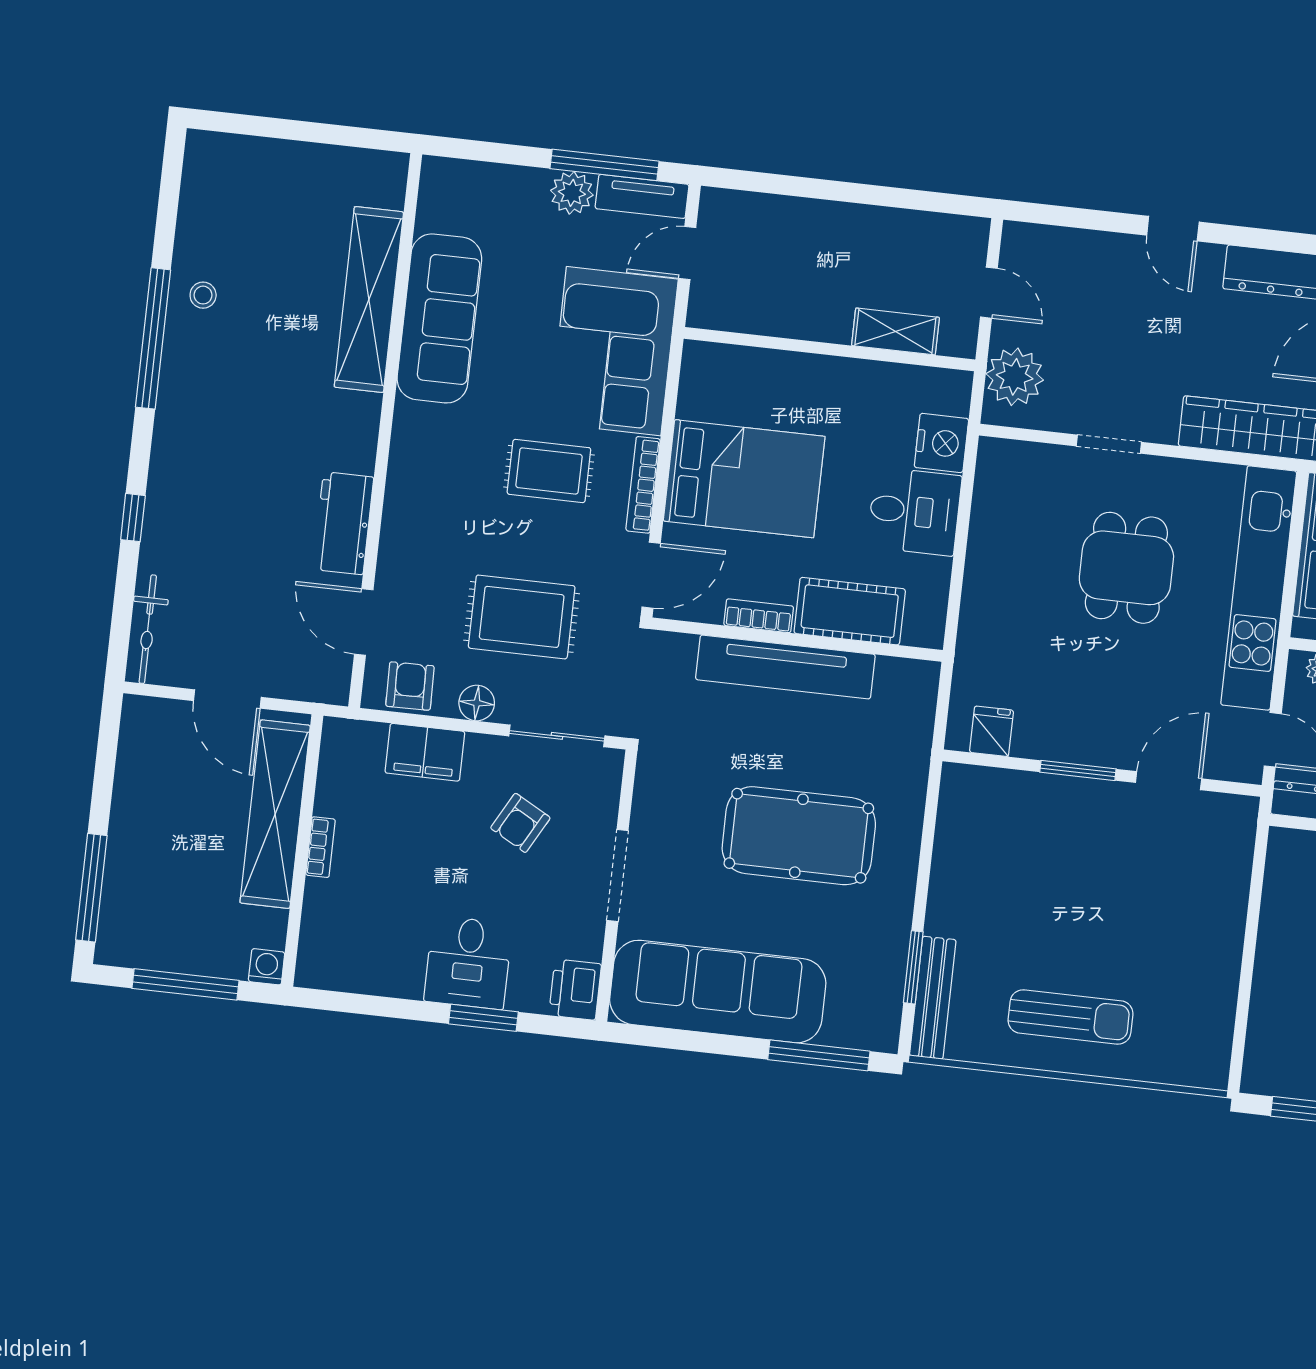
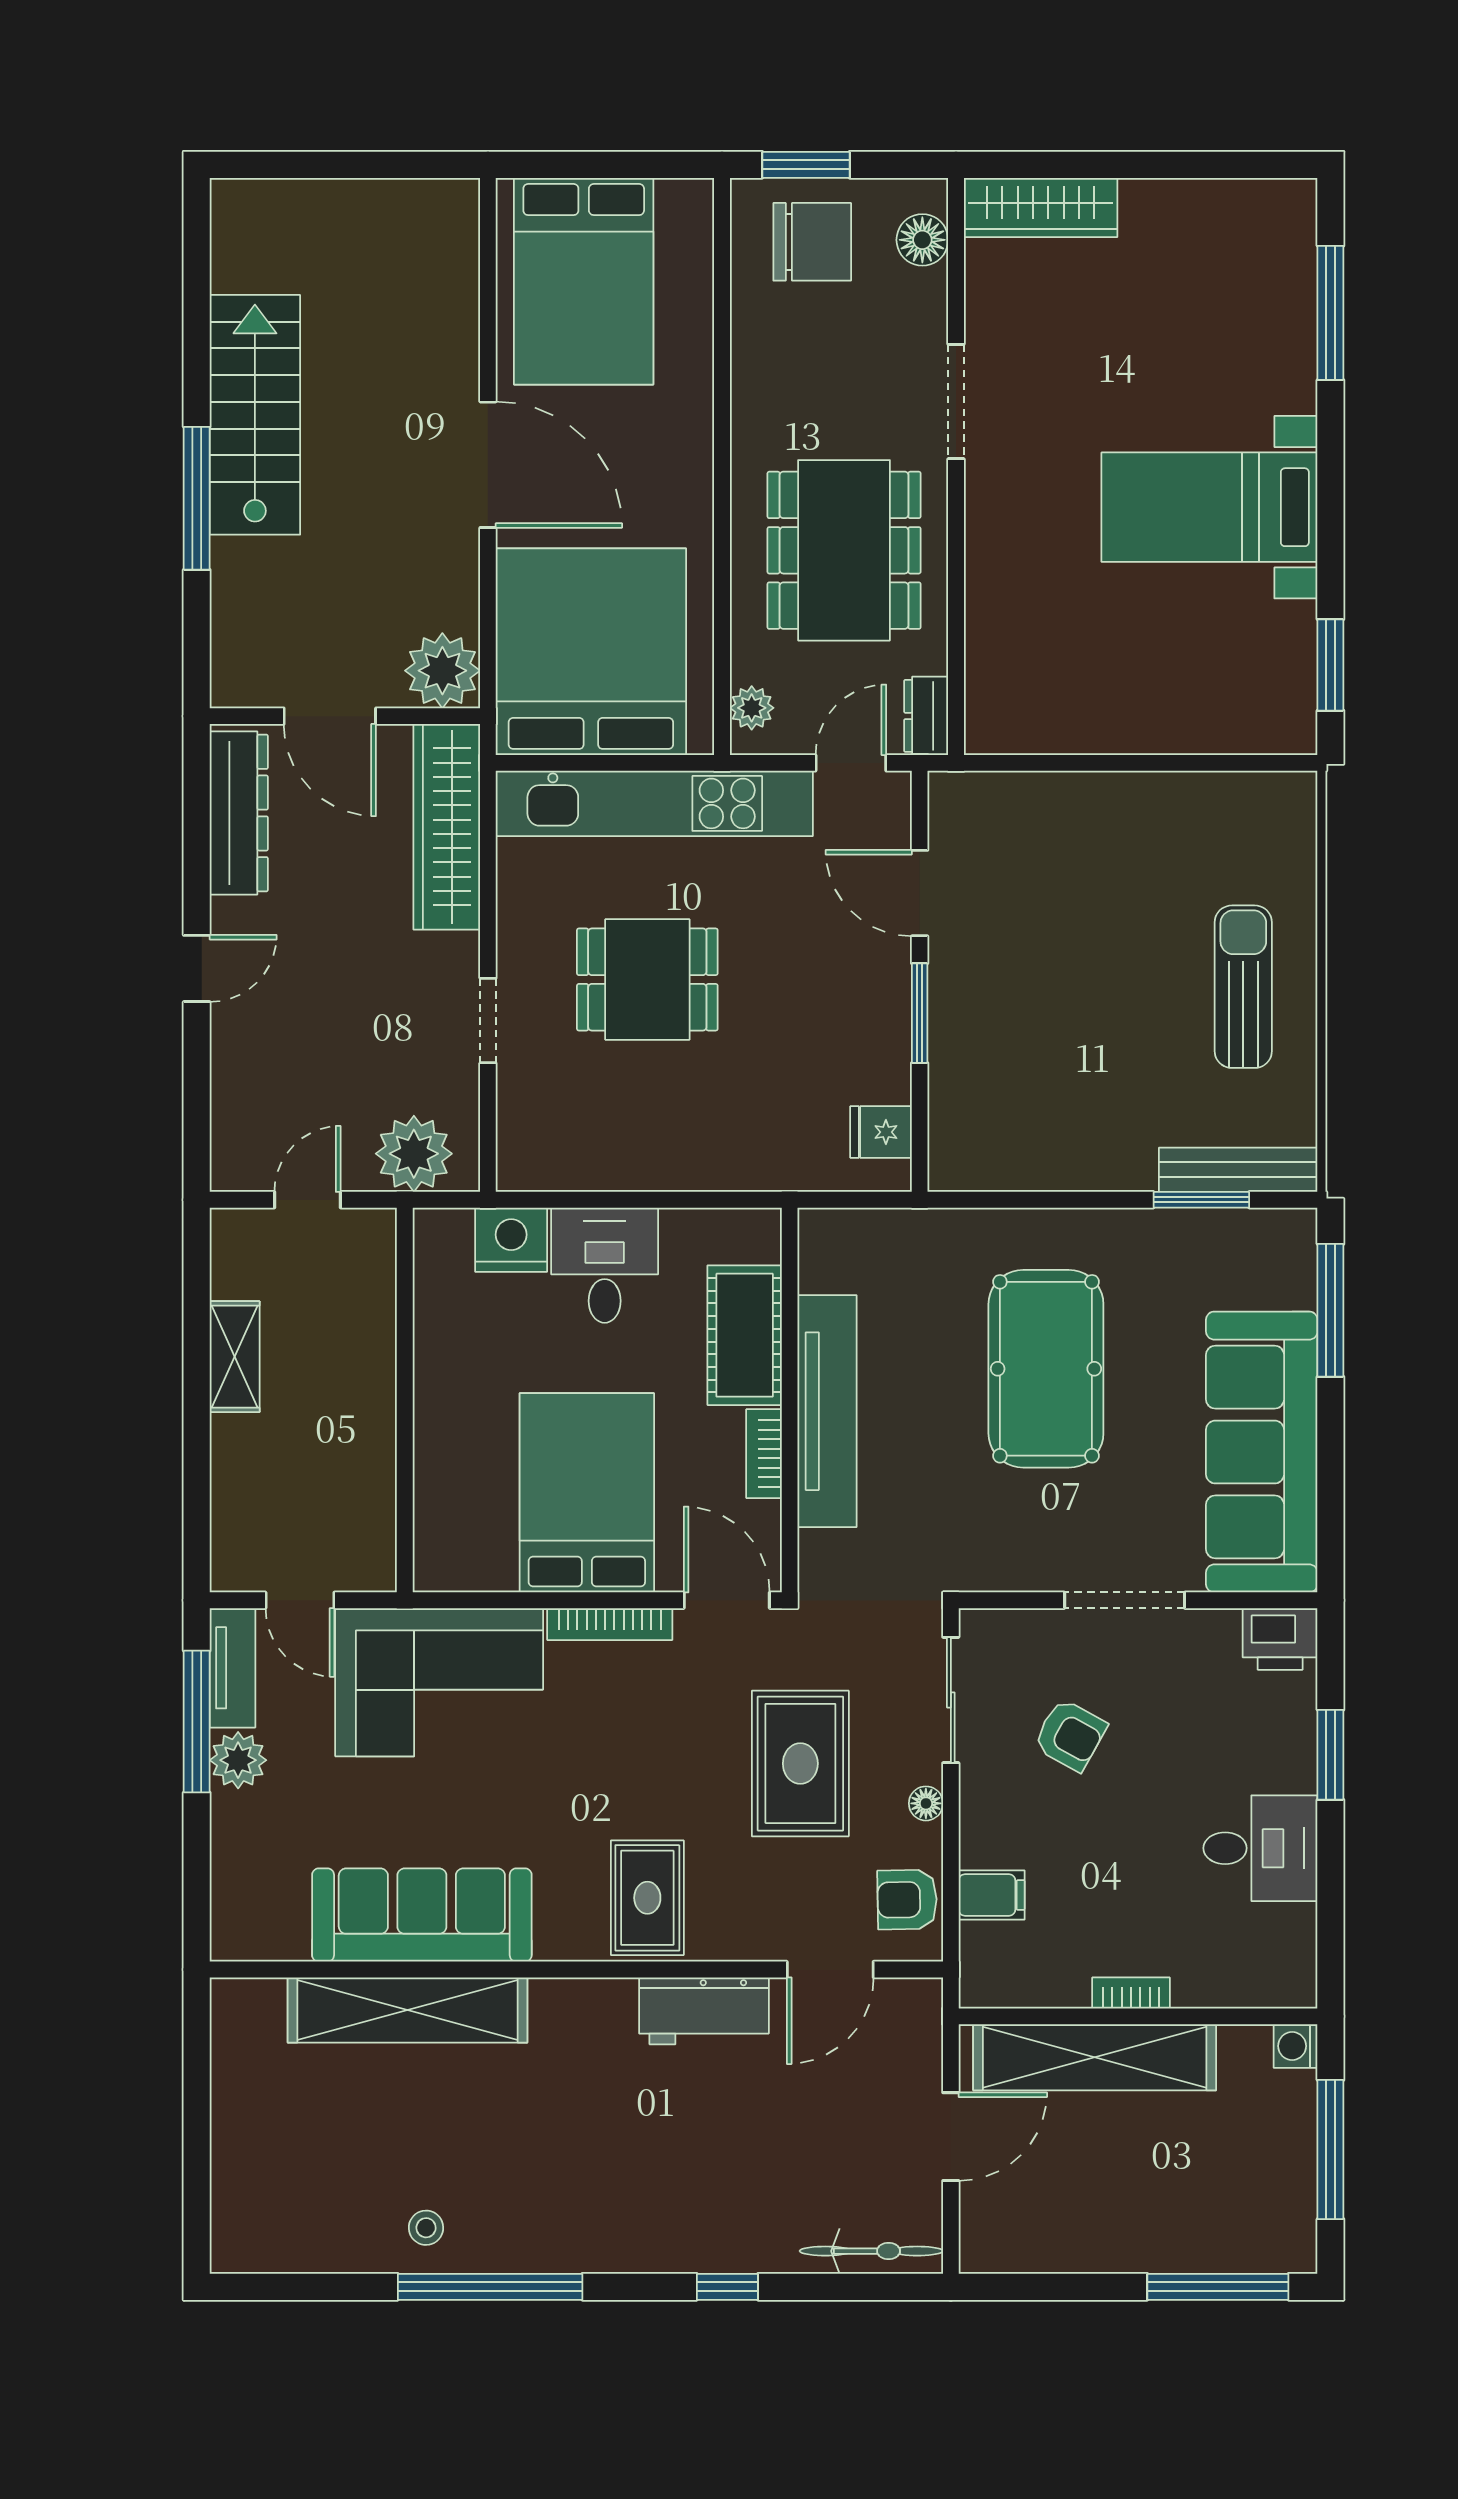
shelving: (895, 331) -> (235, 1357), moved
rug: (549, 471) -> (647, 1898), moved
floor lamp: (477, 703) -> (926, 1803), width x0.73, depth x0.73
filing cabinet: (425, 752) -> (992, 1895), width x0.50
desk: (468, 963) -> (1260, 1848), moved

